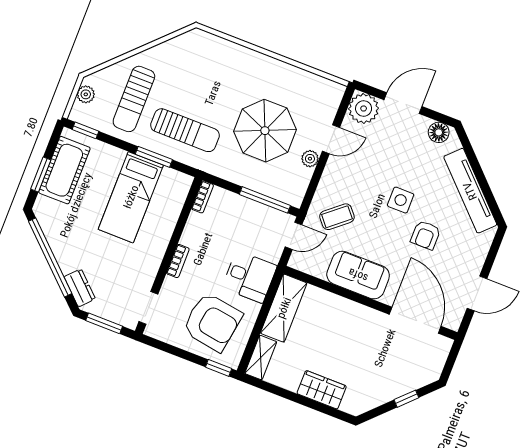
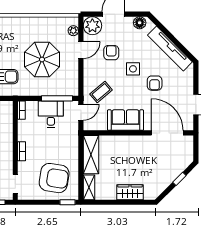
plant: (310, 159) -> (73, 31), moved
armchair: (377, 162) -> (111, 53), added
desk: (249, 277) -> (51, 114), moved, turned -90

